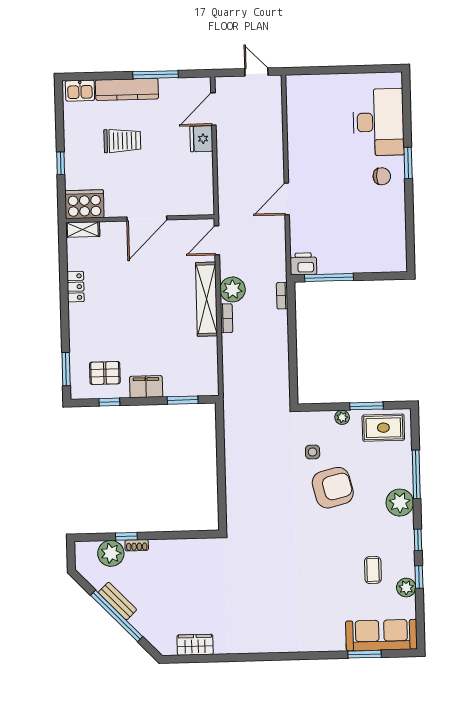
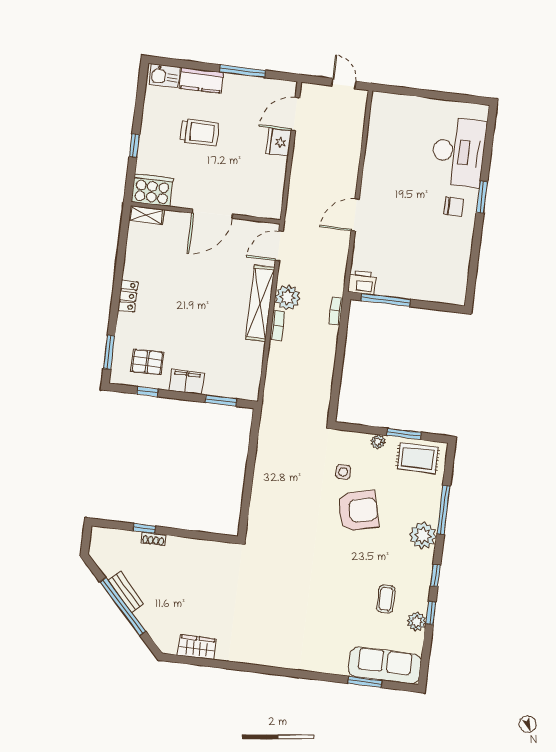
kitchen counter: (127, 89) -> (201, 80), width x0.67
locker: (76, 287) -> (128, 296), moved
plant: (111, 553) -> (126, 543), removed

